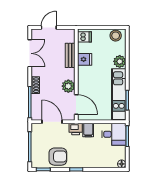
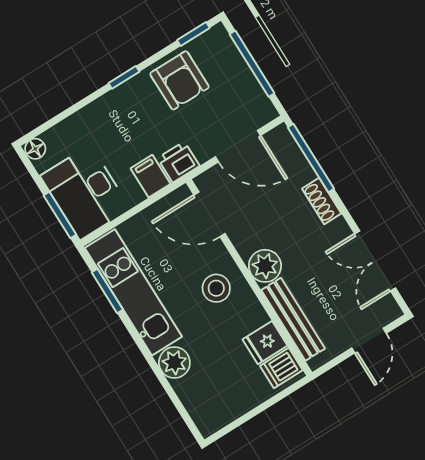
stool: (116, 36) -> (216, 288), moved
bench: (70, 55) -> (293, 319), width x1.36
fridge: (85, 59) -> (265, 343), moved
plant: (68, 86) -> (265, 266), moved
desk: (114, 134) -> (85, 192), width x1.37
armchair: (58, 157) -> (179, 80), turned -90

